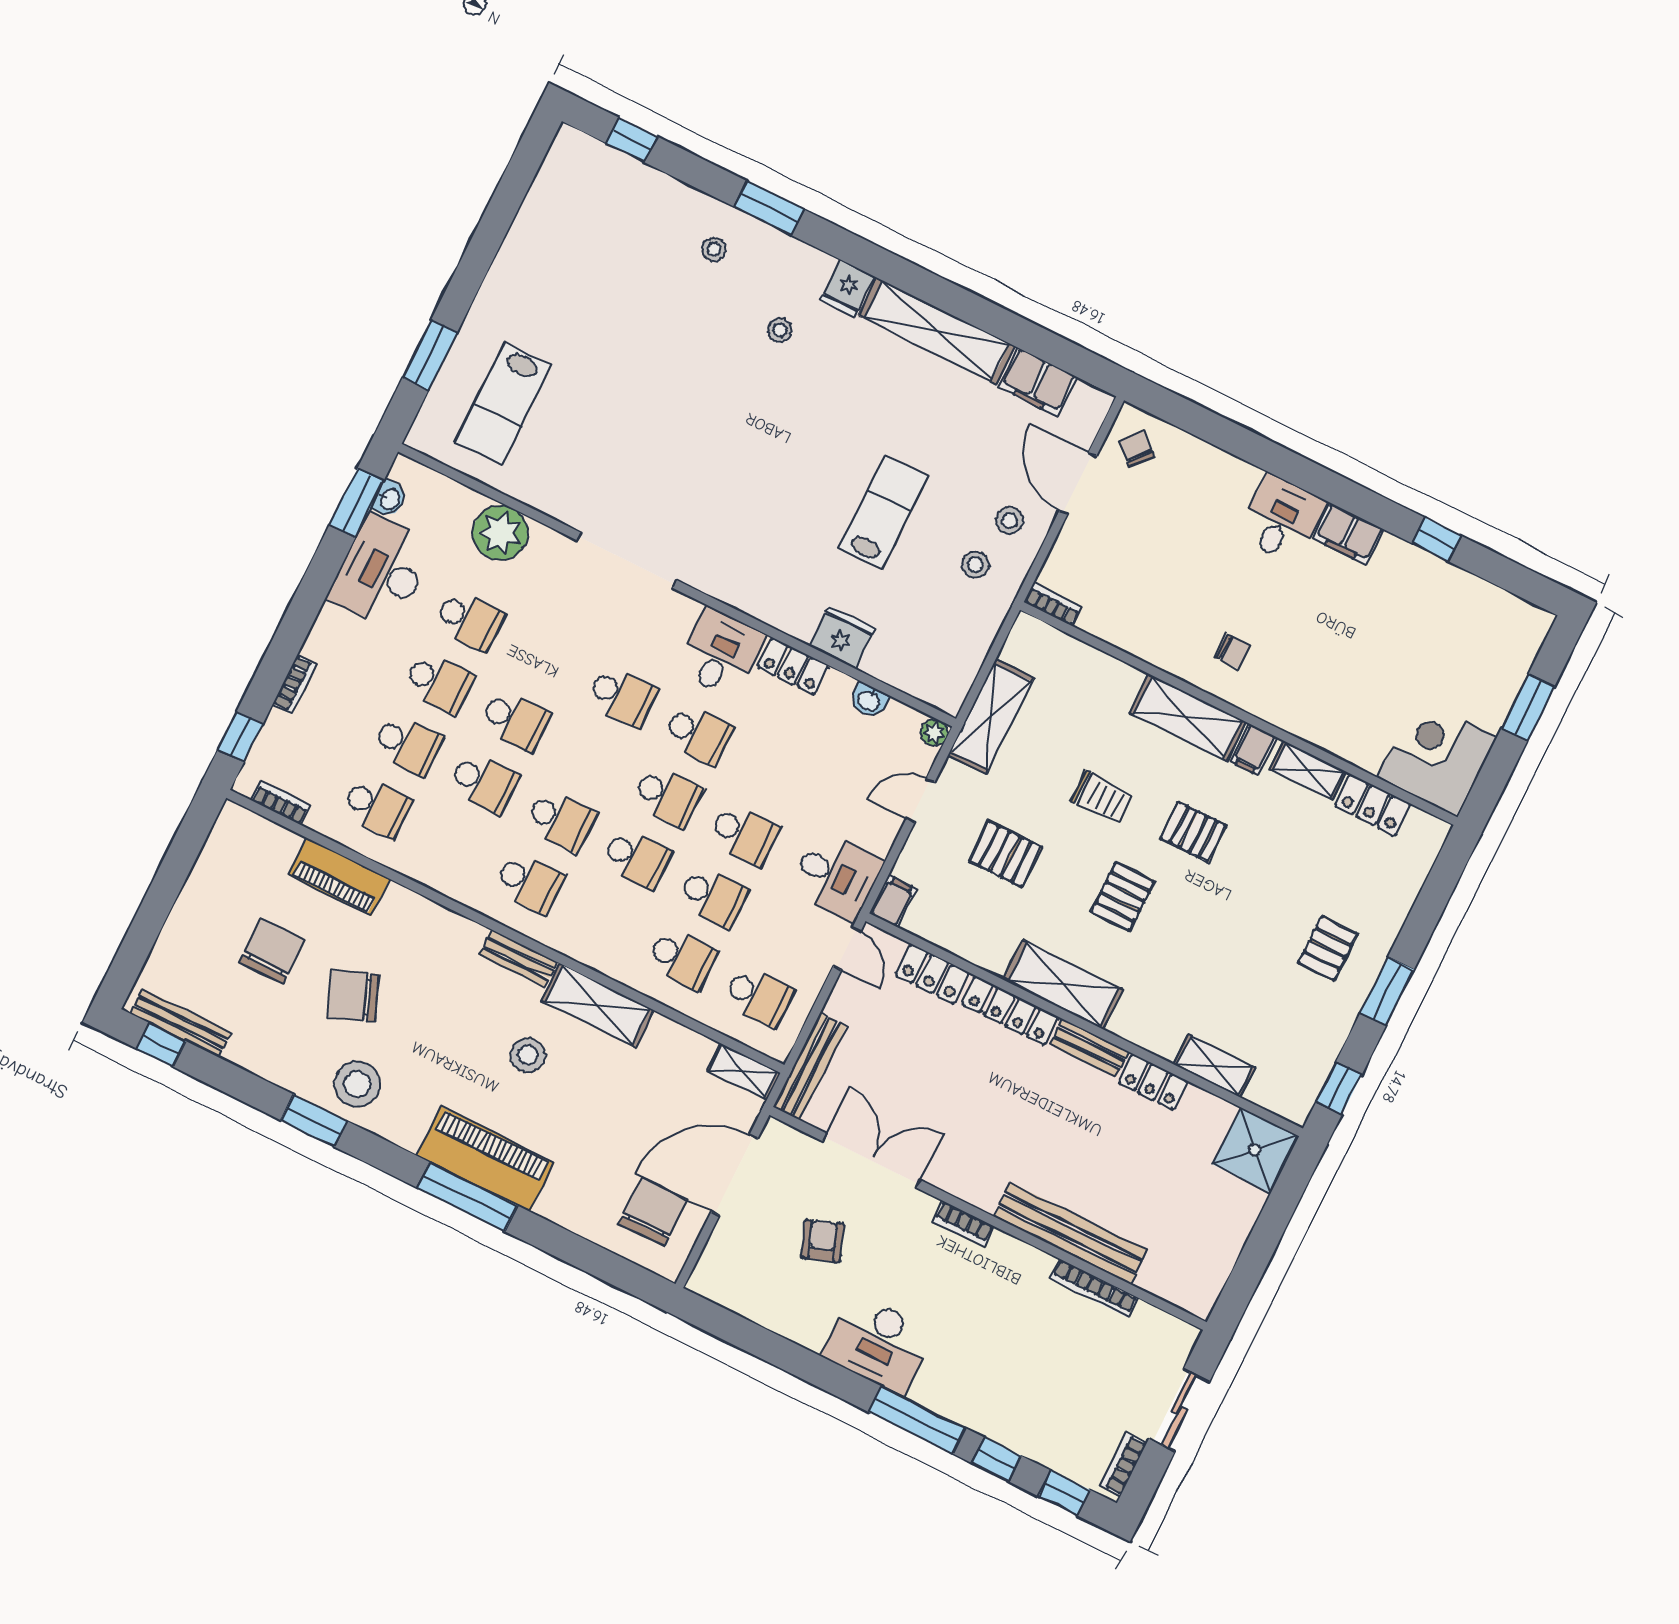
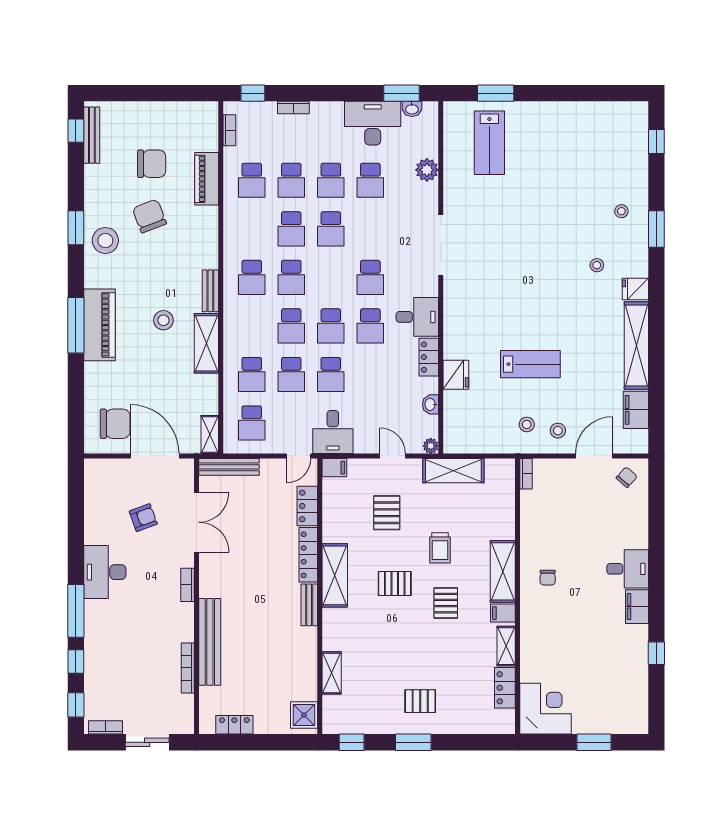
lab bench: (503, 403) -> (489, 143), turned -90
plant: (500, 533) -> (427, 170), width x0.73, depth x0.73
locker: (1153, 1082) -> (234, 725), moved, turned 90
shower: (1255, 1150) -> (304, 715), width x0.73, depth x0.73

